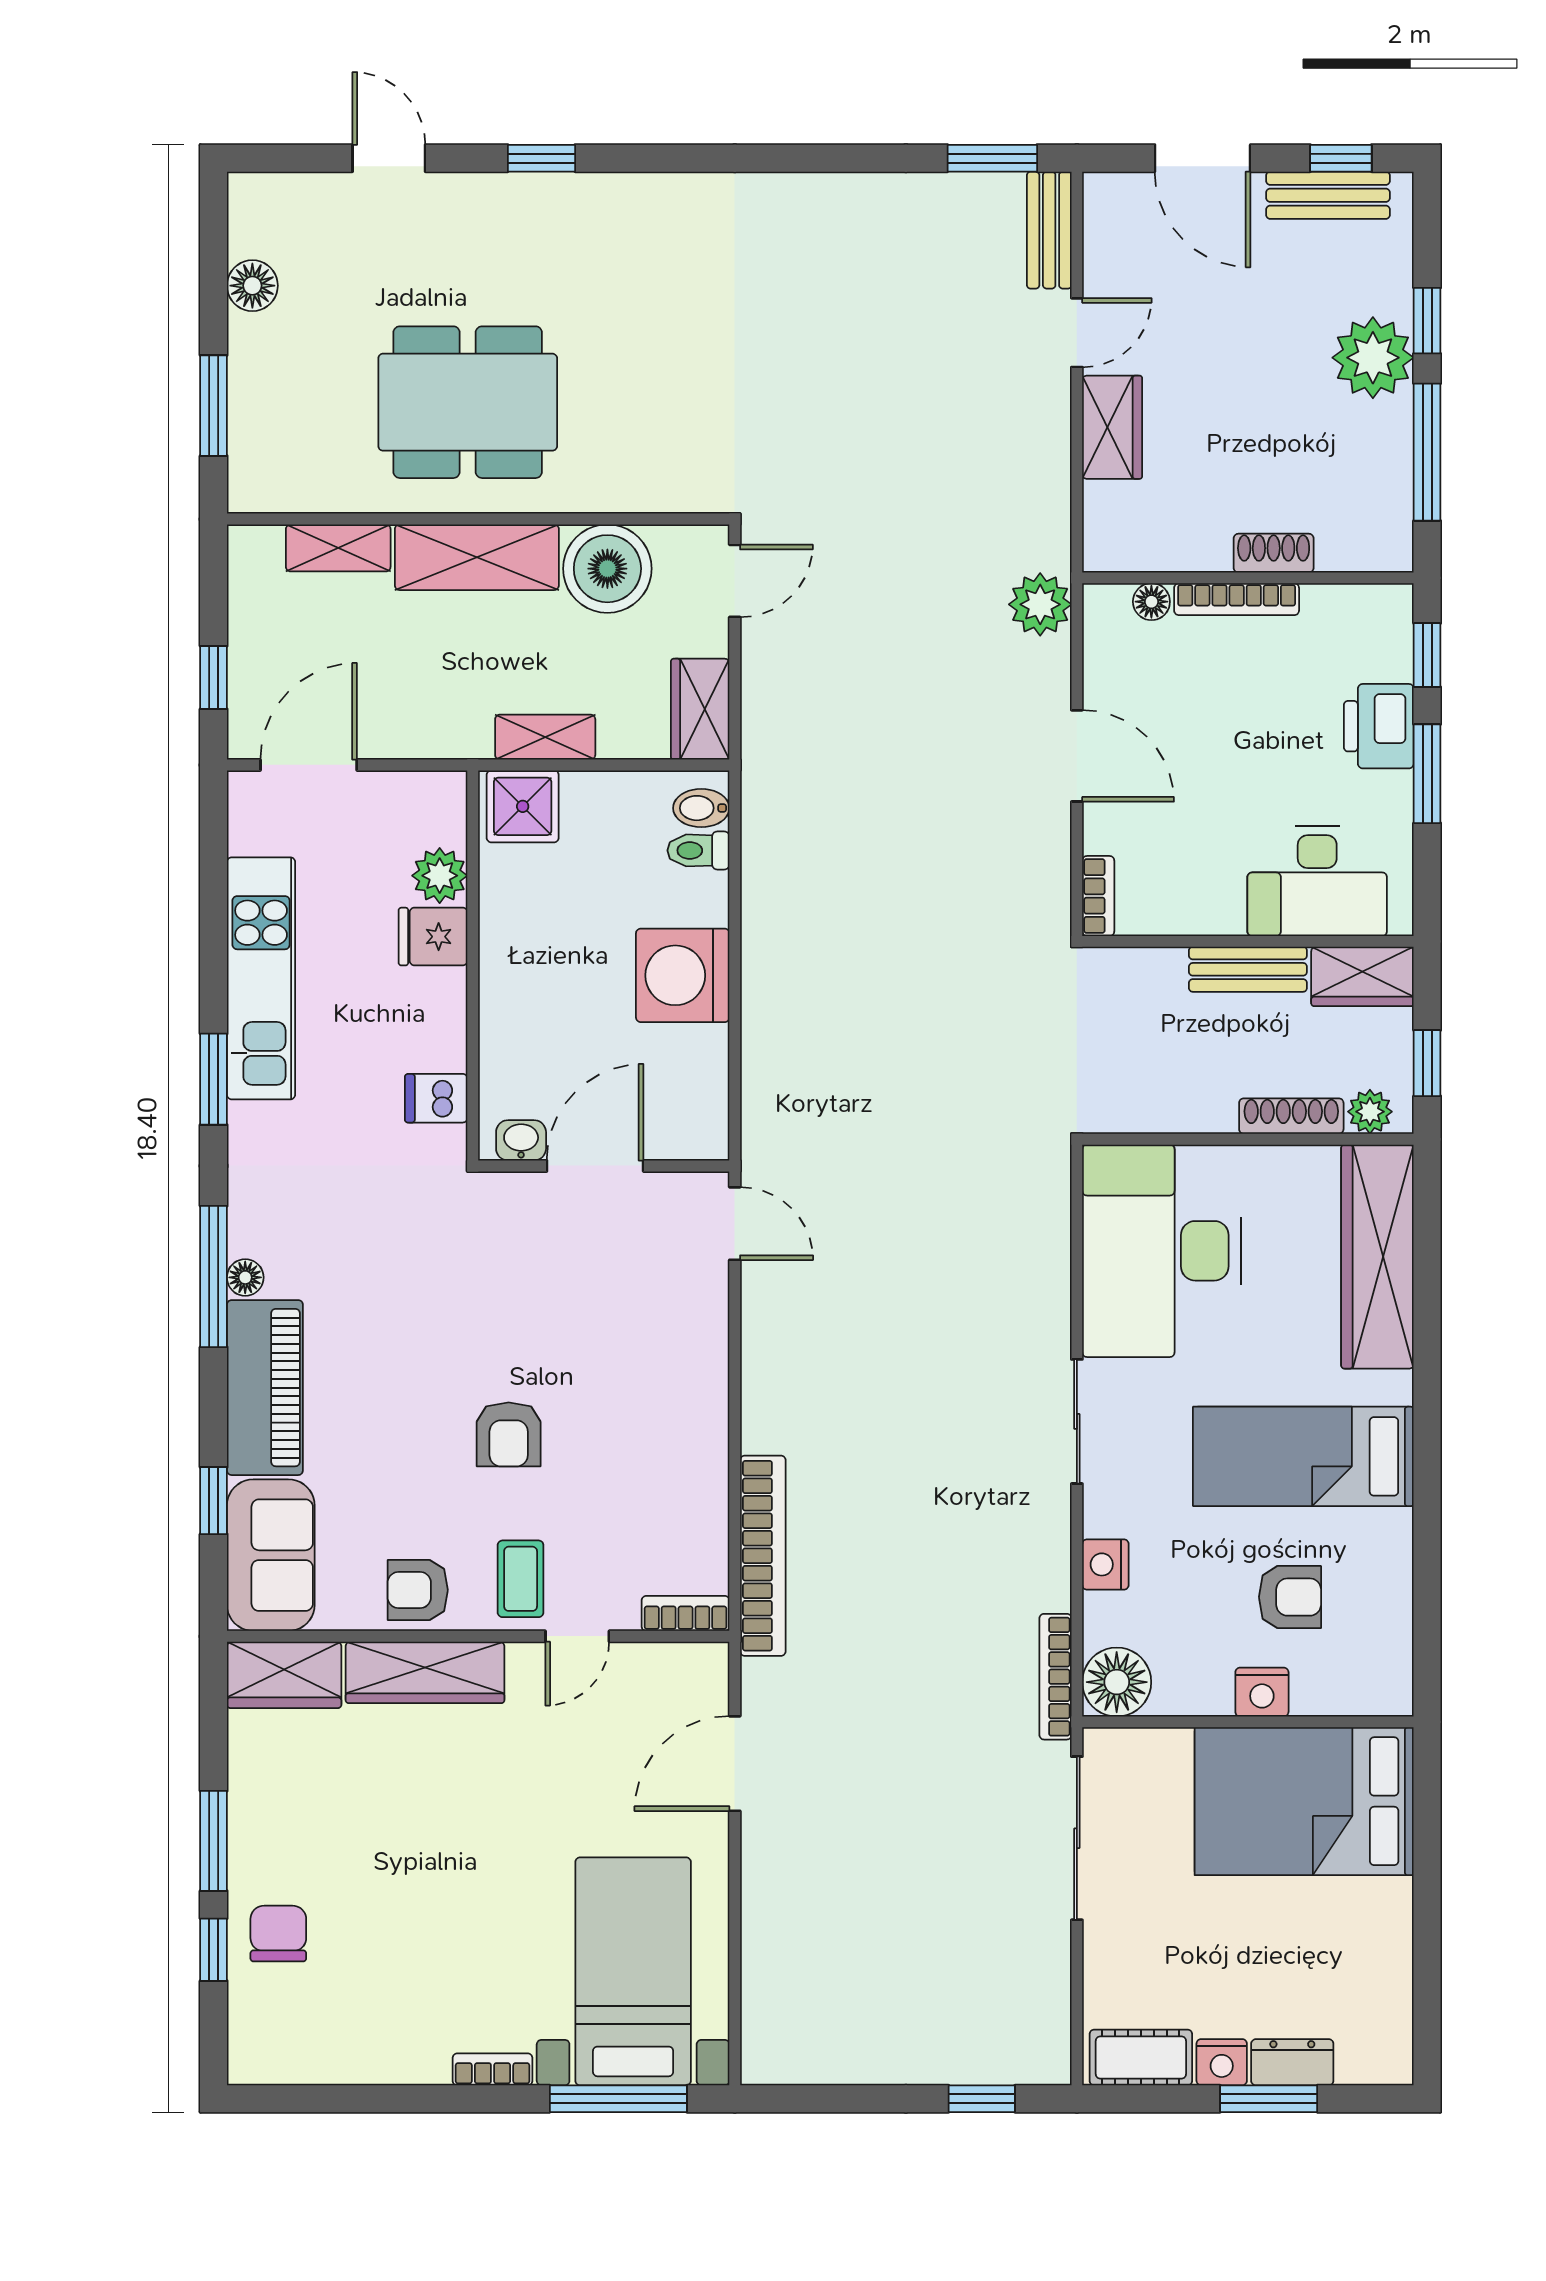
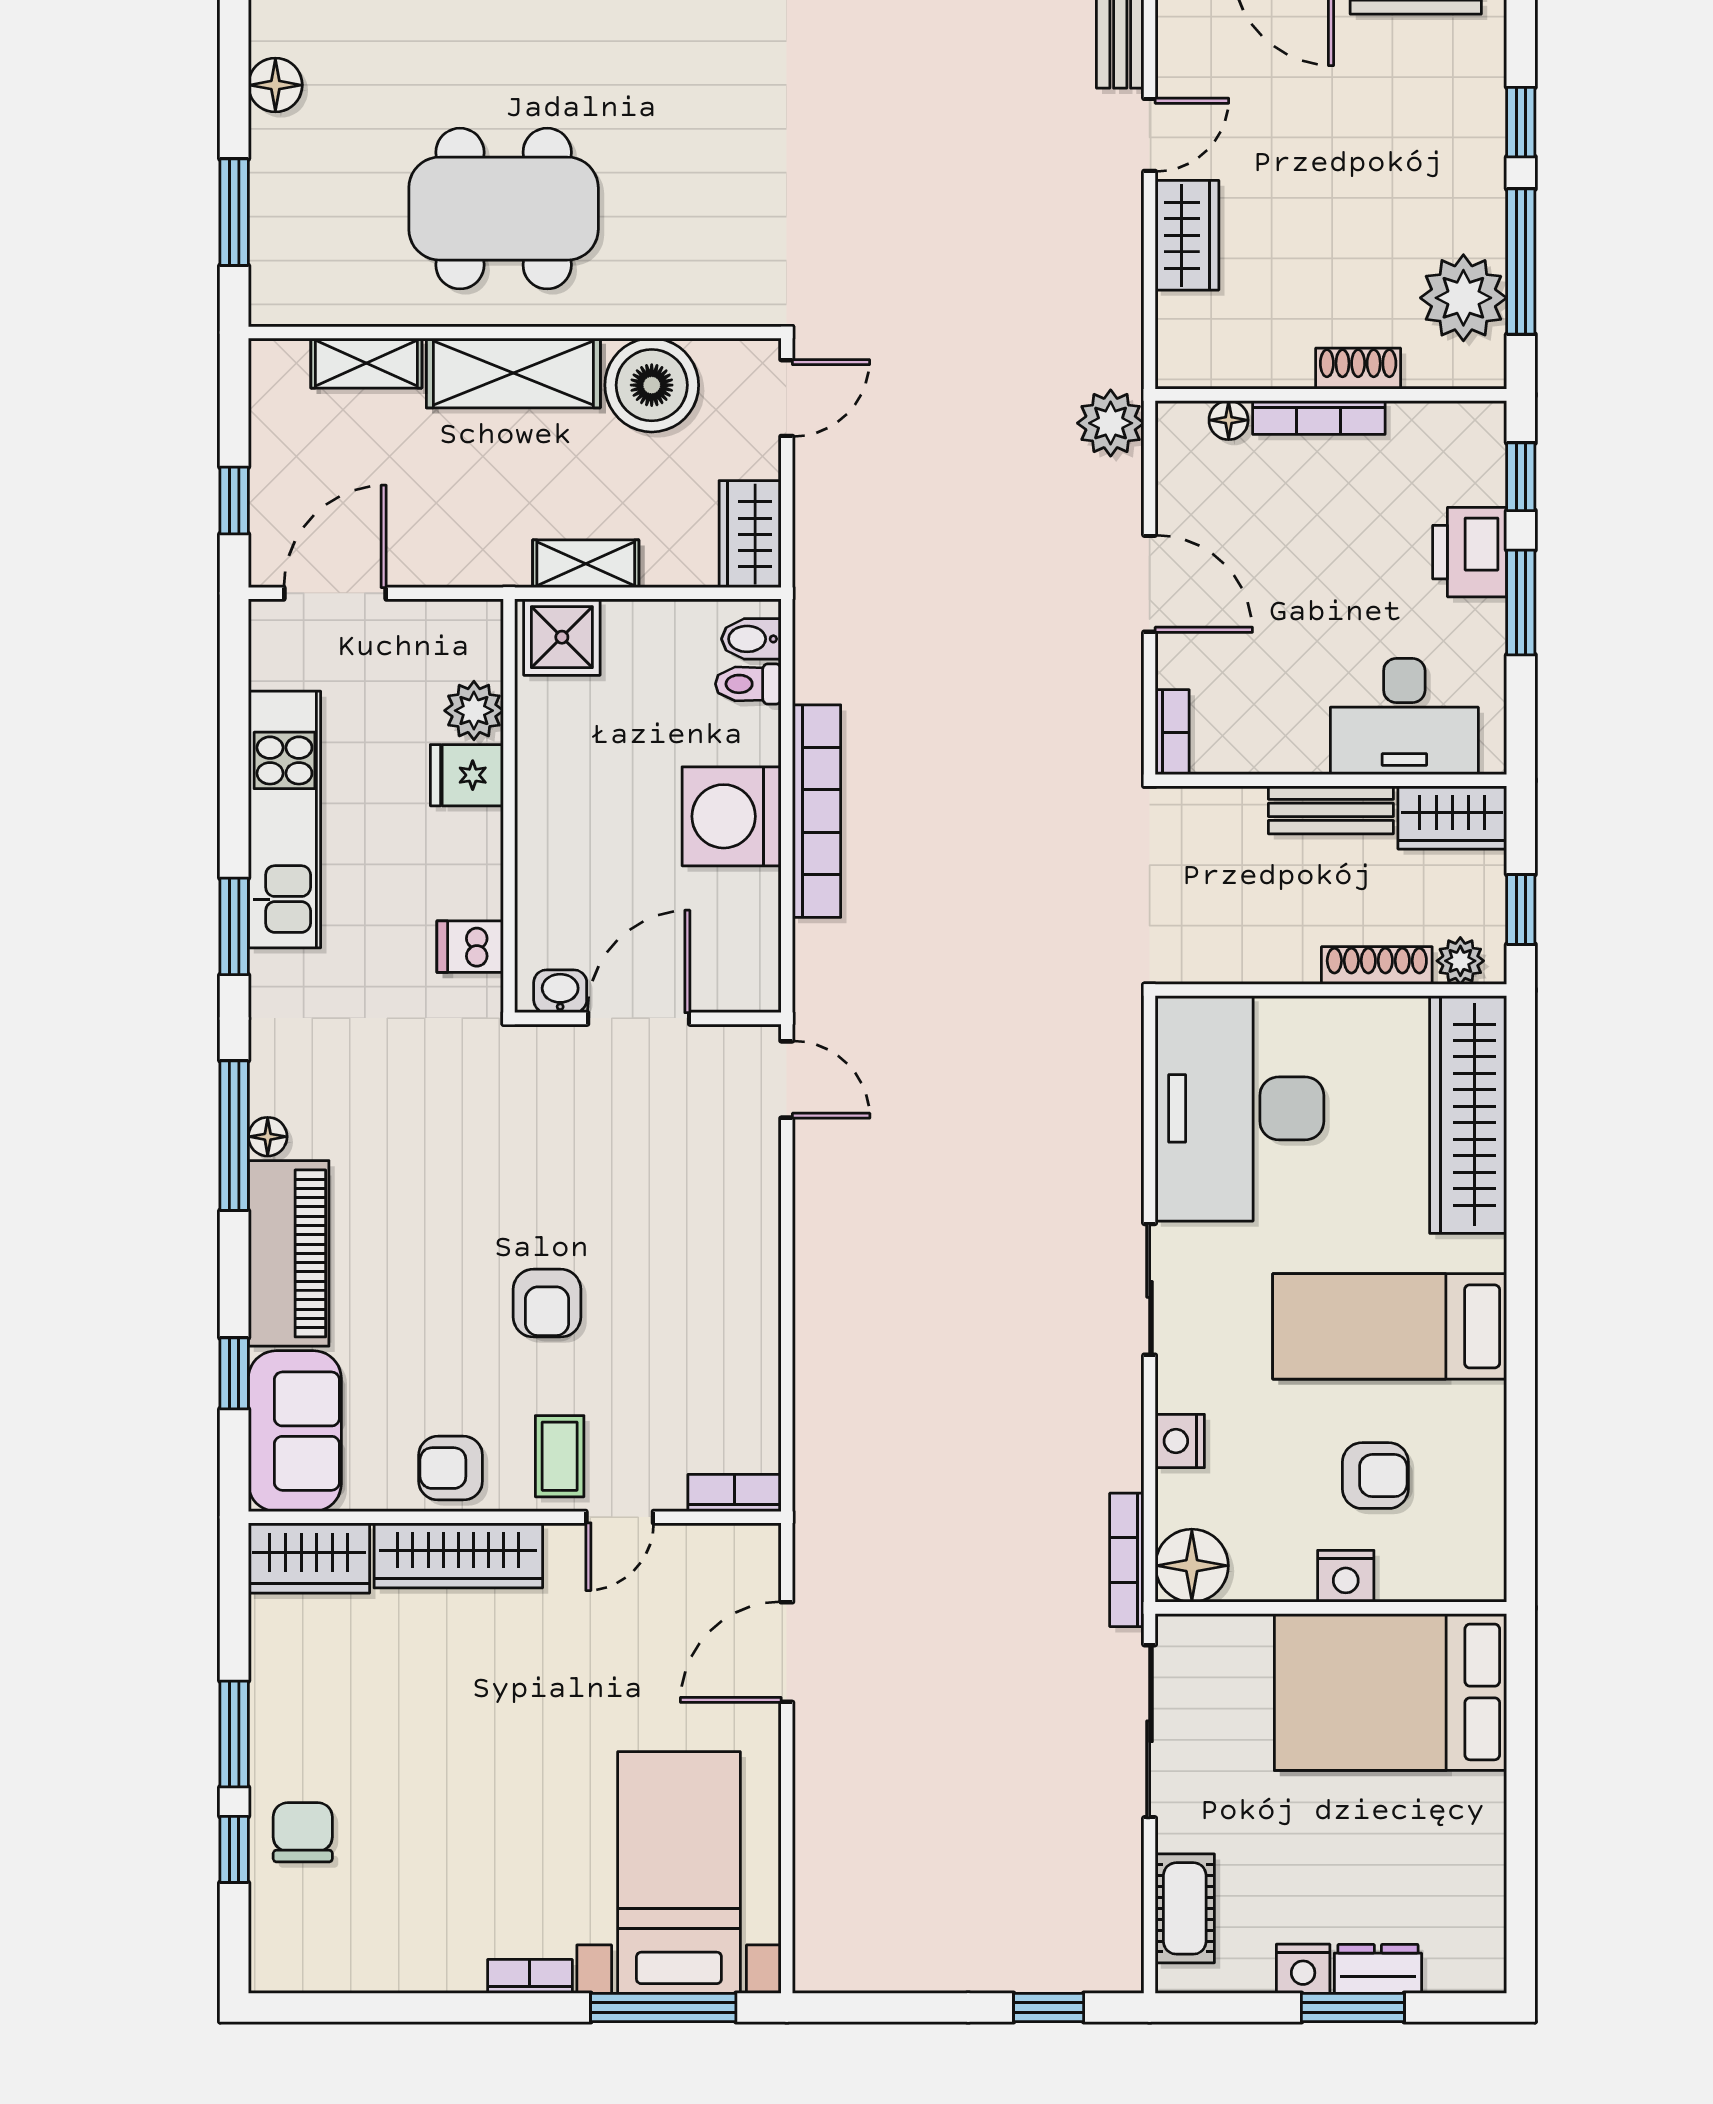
plant: (1373, 358) -> (1463, 298), moved
bookcase: (763, 1556) -> (817, 811), moved
cot: (1141, 2057) -> (1185, 1908), moved, turned 90

